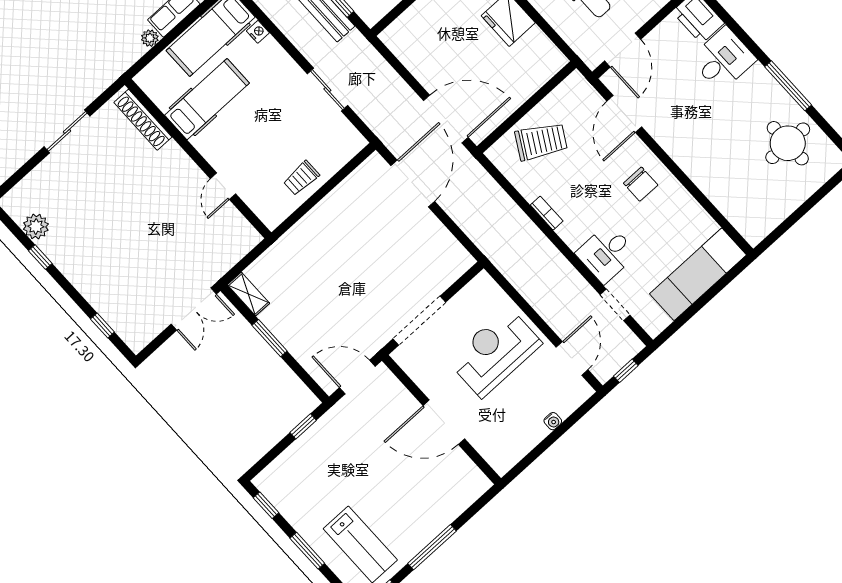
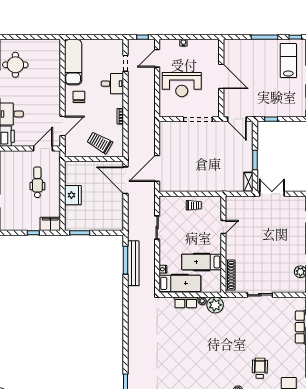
plant: (123, 50) -> (215, 305), added
exam couch: (698, 274) -> (73, 62), moved, turned -90

